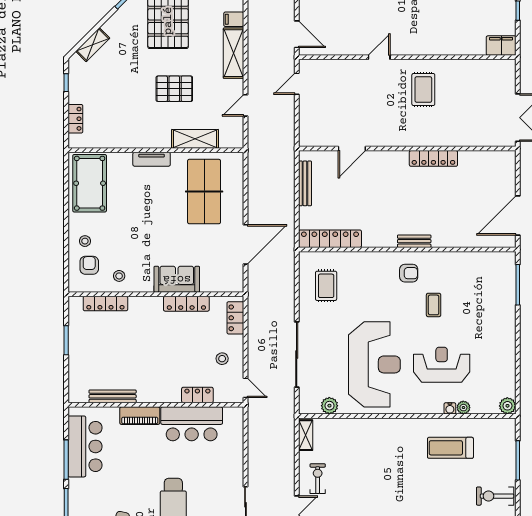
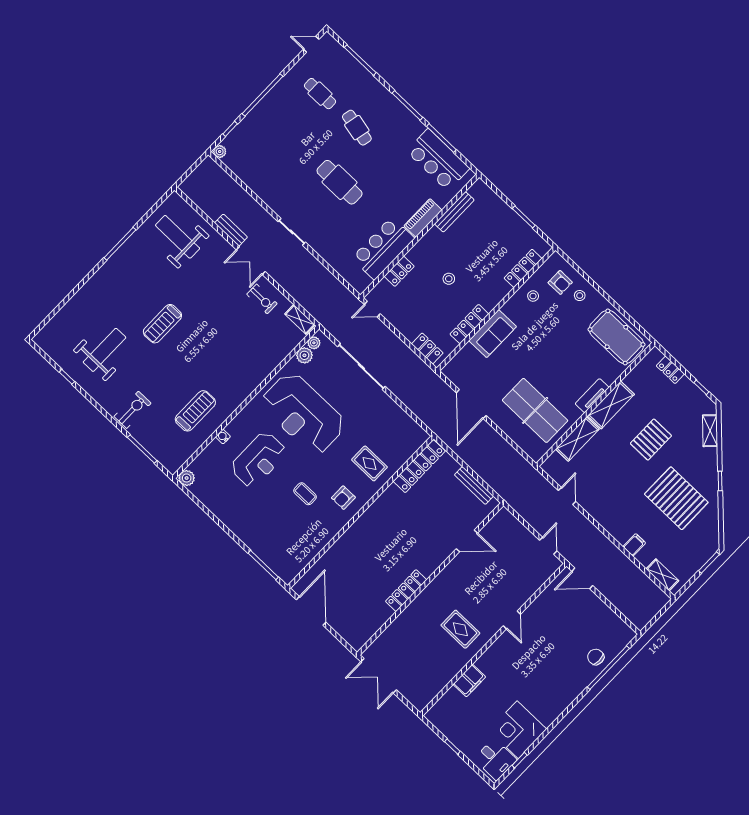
filing cabinet: (501, 46) -> (469, 681), moved
shelving: (233, 53) -> (611, 405), moved, turned 90
pallet: (174, 89) -> (651, 440), moved
door: (352, 149) -> (467, 541), swing flipped
bench: (414, 241) -> (362, 523), removed
rug: (326, 286) -> (369, 463), moved
stool: (222, 359) -> (449, 279), moved
plant: (463, 408) -> (314, 343), moved

